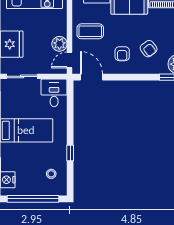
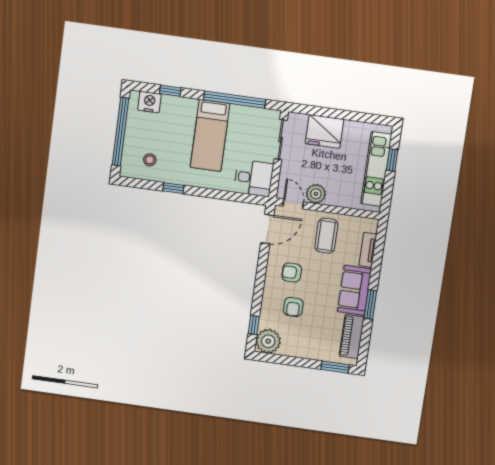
armchair: (149, 49) -> (293, 307), turned -53

